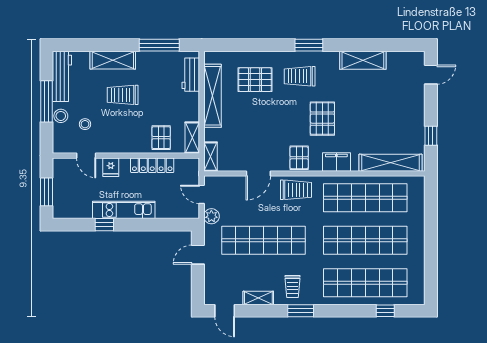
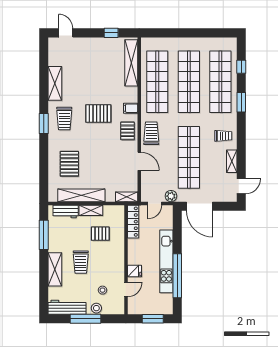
trolley: (300, 76) -> (64, 119), moved
pallet: (161, 138) -> (100, 234), moved
shelving: (192, 138) -> (91, 210), moved
pallet: (299, 158) -> (127, 131), turned 90
filing cabinet: (336, 162) -> (131, 108), width x0.50
locker: (152, 165) -> (133, 222), moved
kitchen unit: (124, 210) -> (166, 261), width x1.36
window: (104, 225) -> (177, 276), width x3.17
door: (198, 255) -> (200, 206), width x1.88
window: (301, 311) -> (241, 102), moved

